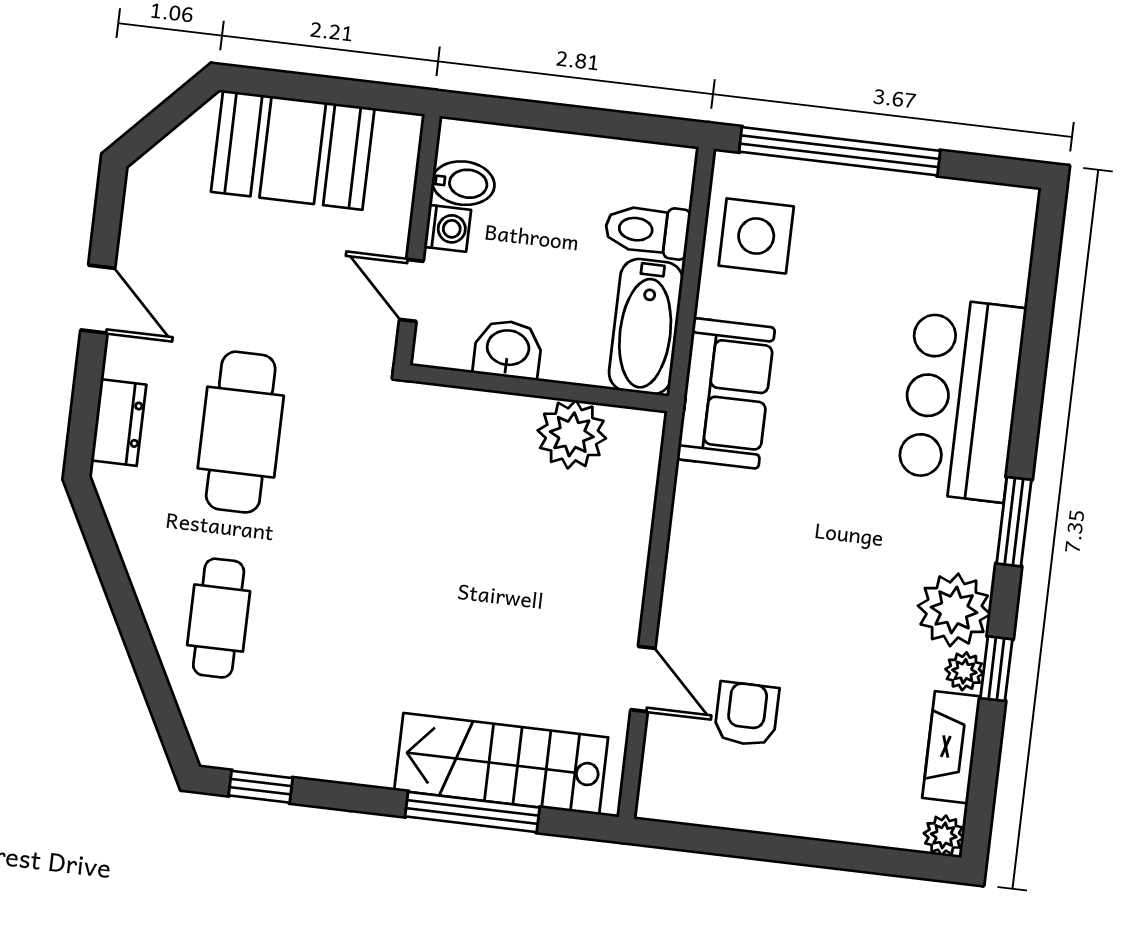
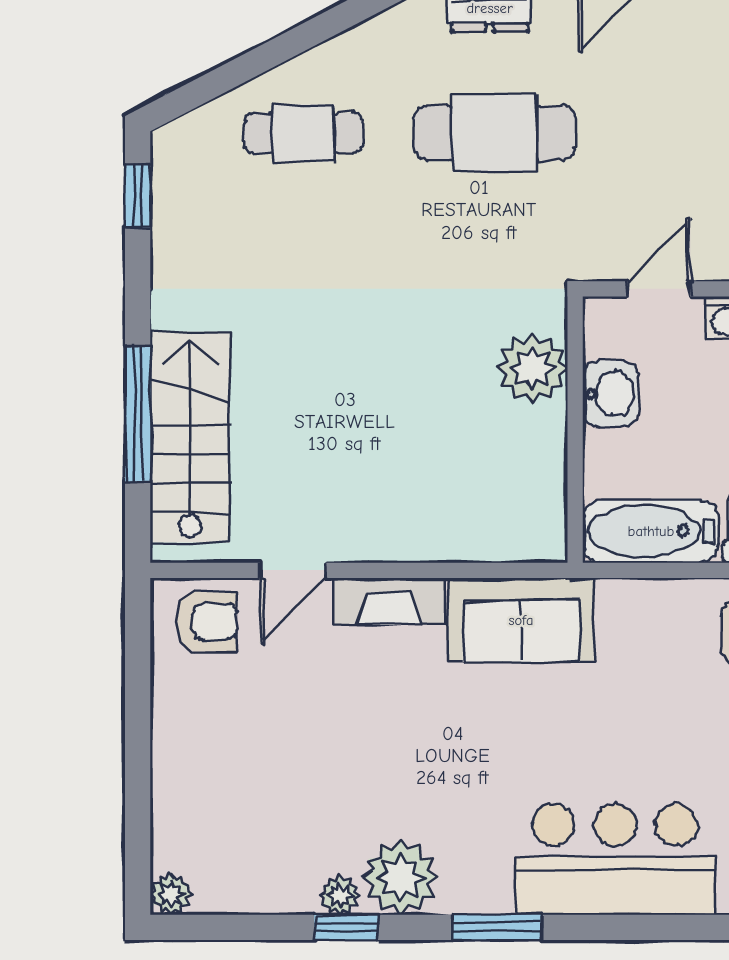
sofa: (726, 393) -> (521, 620), moved
plant: (572, 434) -> (532, 368), moved
armchair: (747, 714) -> (207, 621), moved
fireplace: (951, 747) -> (389, 601), moved, turned 180

